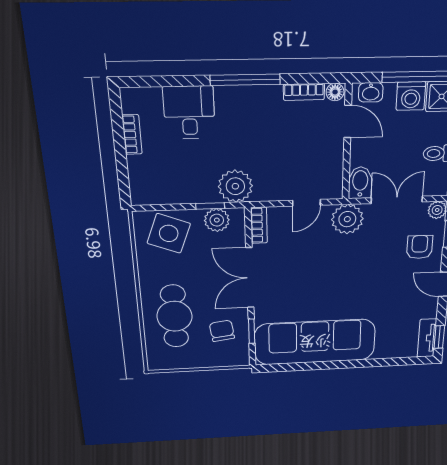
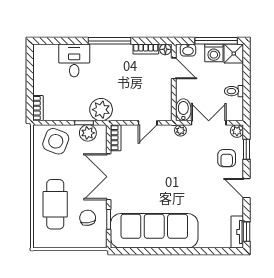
bookcase: (132, 134) -> (38, 108), moved
plant: (347, 219) -> (181, 130), width x0.53, depth x0.53
armchair: (420, 247) -> (227, 158), turned 180

